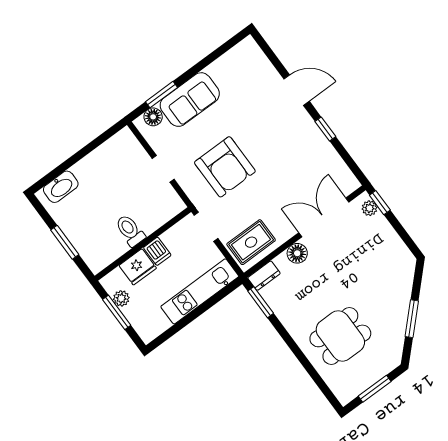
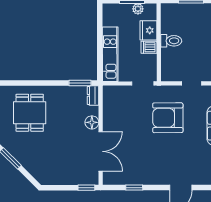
window: (325, 129) -> (134, 188), moved
plant: (369, 208) -> (87, 180), removed
rug: (251, 242) -> (116, 102), removed

